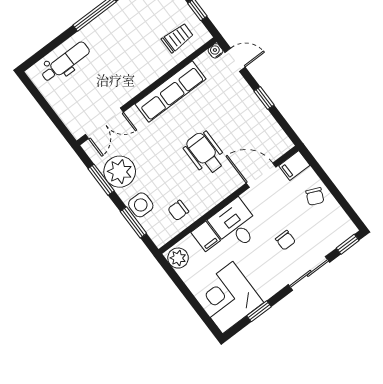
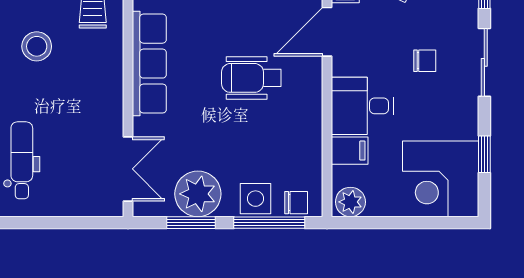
stool: (134, 23) -> (37, 46), added
chair: (178, 210) -> (296, 203), moved, turned -90
window: (133, 222) -> (269, 223), width x1.44

